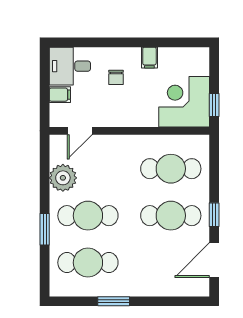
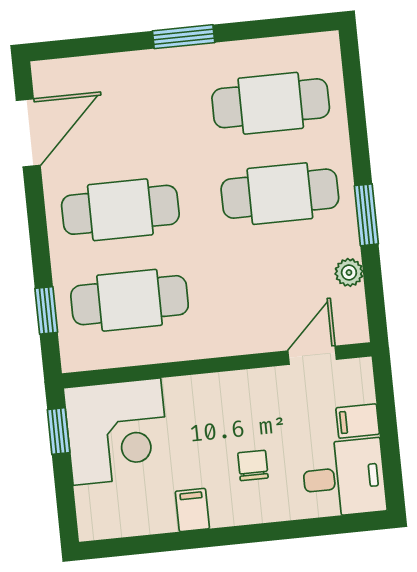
plant: (63, 178) -> (349, 272), width x0.53, depth x0.53
window: (214, 215) -> (46, 310), moved
window: (45, 229) -> (366, 215), moved
window: (114, 301) -> (184, 37), moved

